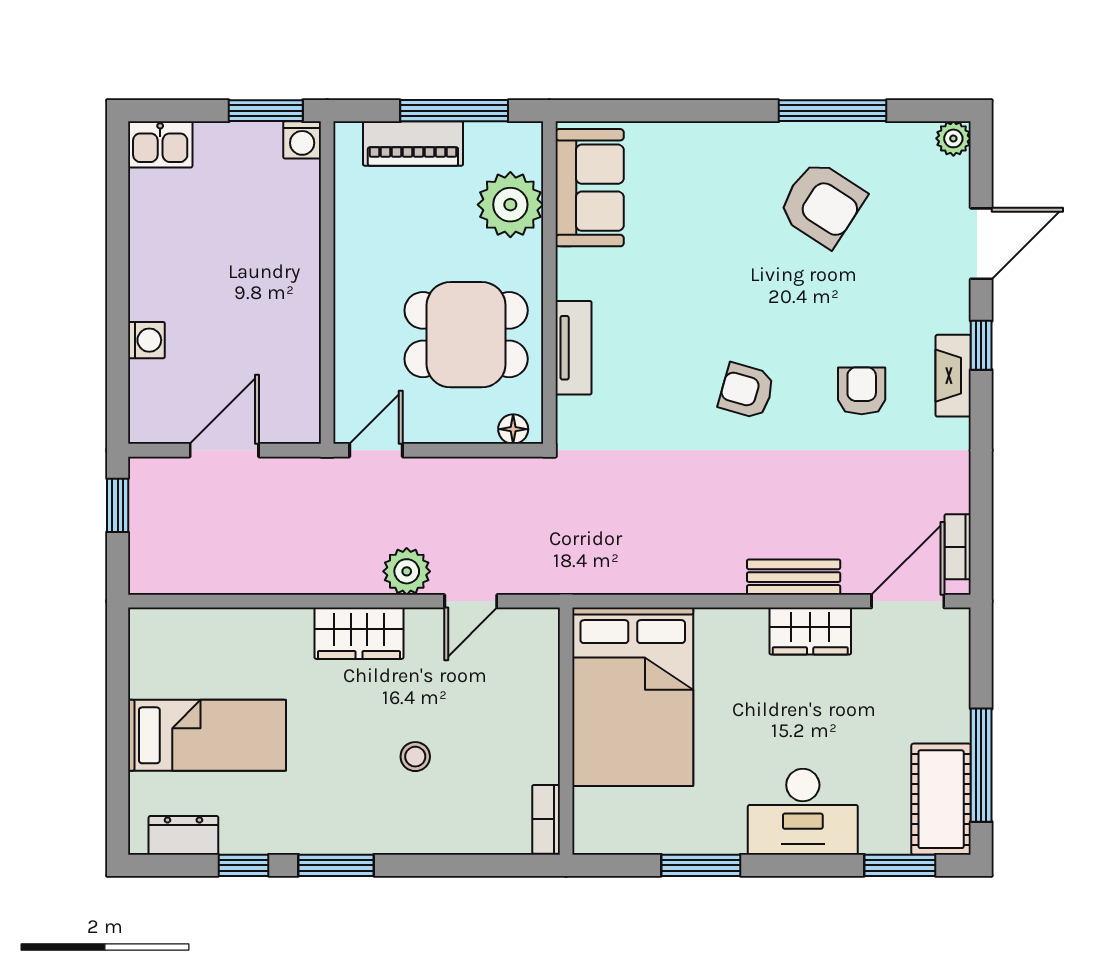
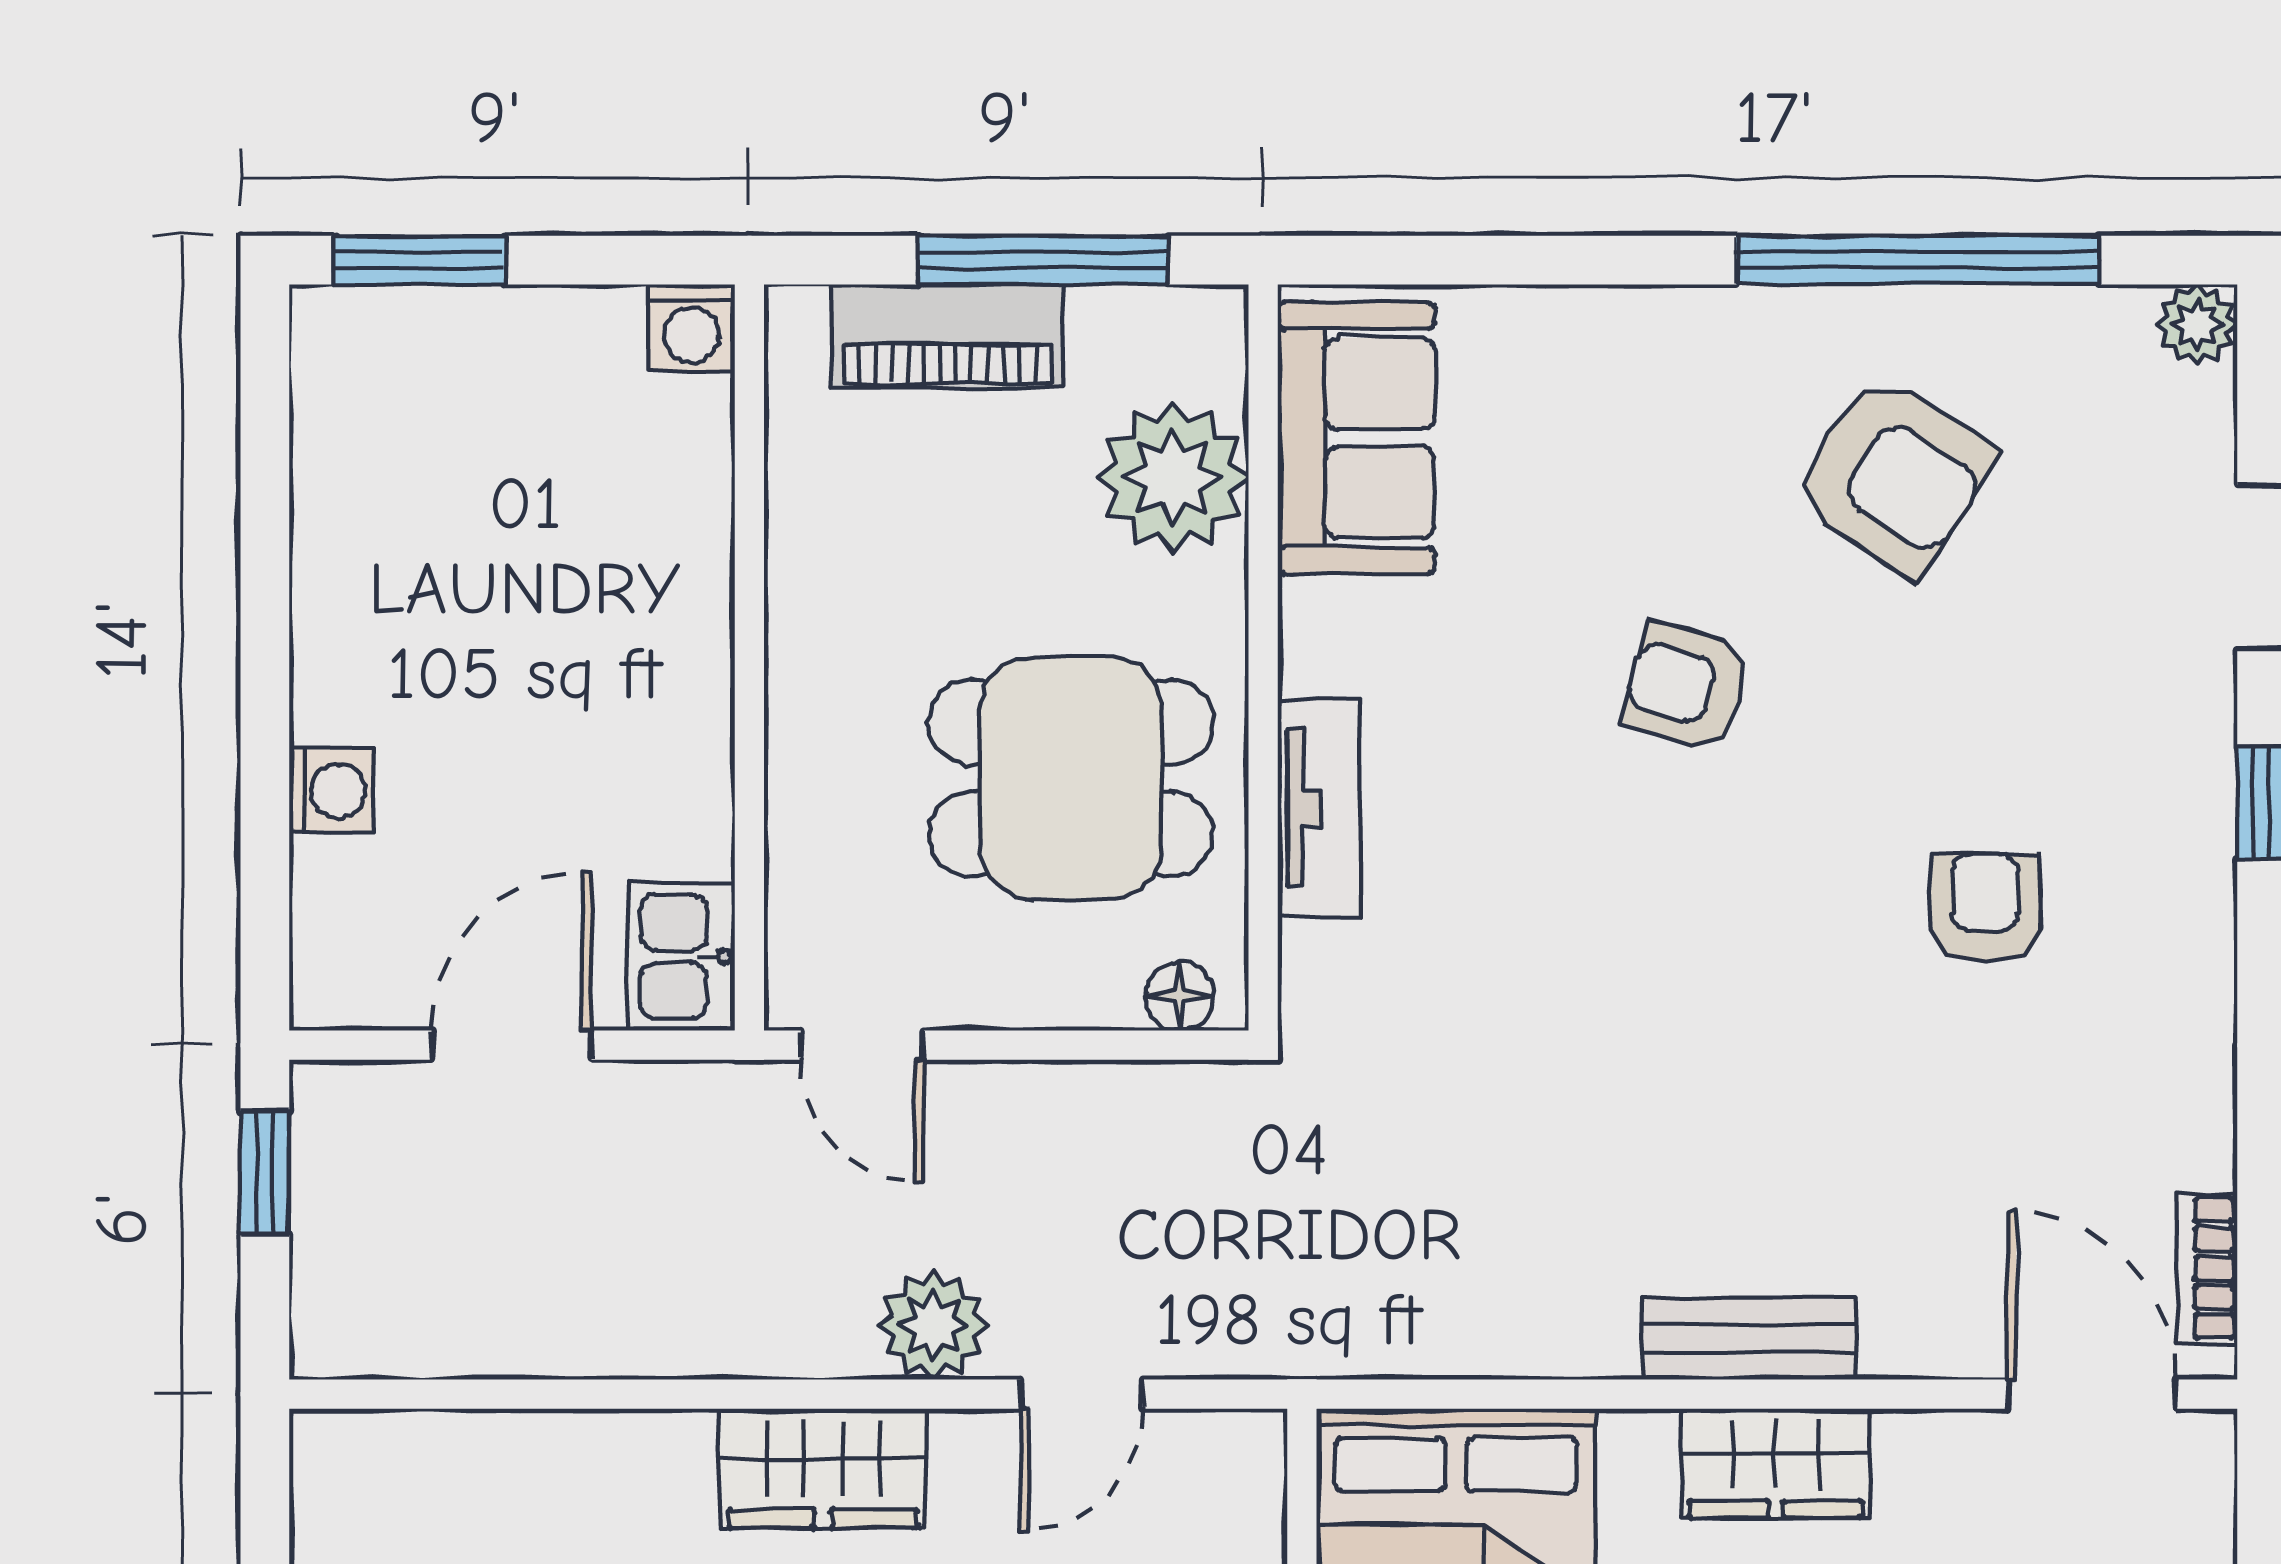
window: (266, 111) -> (419, 260), moved
window: (833, 111) -> (1918, 260), width x1.46
kitchen sink: (160, 144) -> (681, 956), moved, turned 90
fireplace: (953, 376) -> (2197, 873), removed
armchair: (746, 391) -> (1687, 687), moved
door: (376, 450) -> (862, 1045), swing flipped
bench: (794, 577) -> (1749, 1339), moved
door: (908, 601) -> (2092, 1394), hinge flipped
wardrobe: (810, 631) -> (1776, 1463), moved

